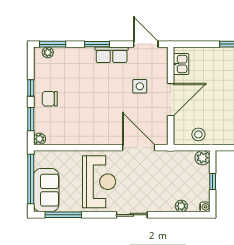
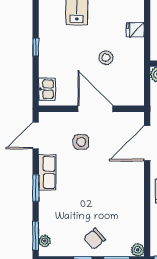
kitchen sink: (181, 64) -> (47, 89), moved, turned 90
chair: (50, 99) -> (95, 239), turned 49
stool: (198, 134) -> (106, 58), moved

